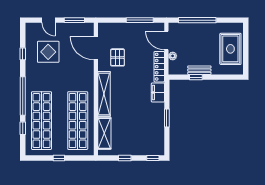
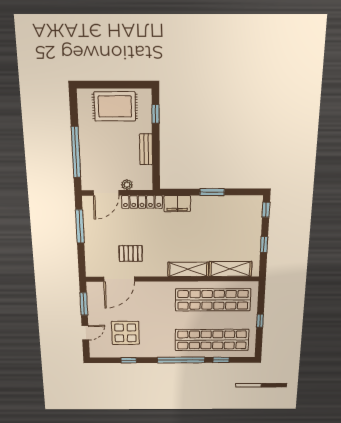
window: (196, 77) -> (156, 114), moved
shelving: (104, 94) -> (188, 269), width x0.68

